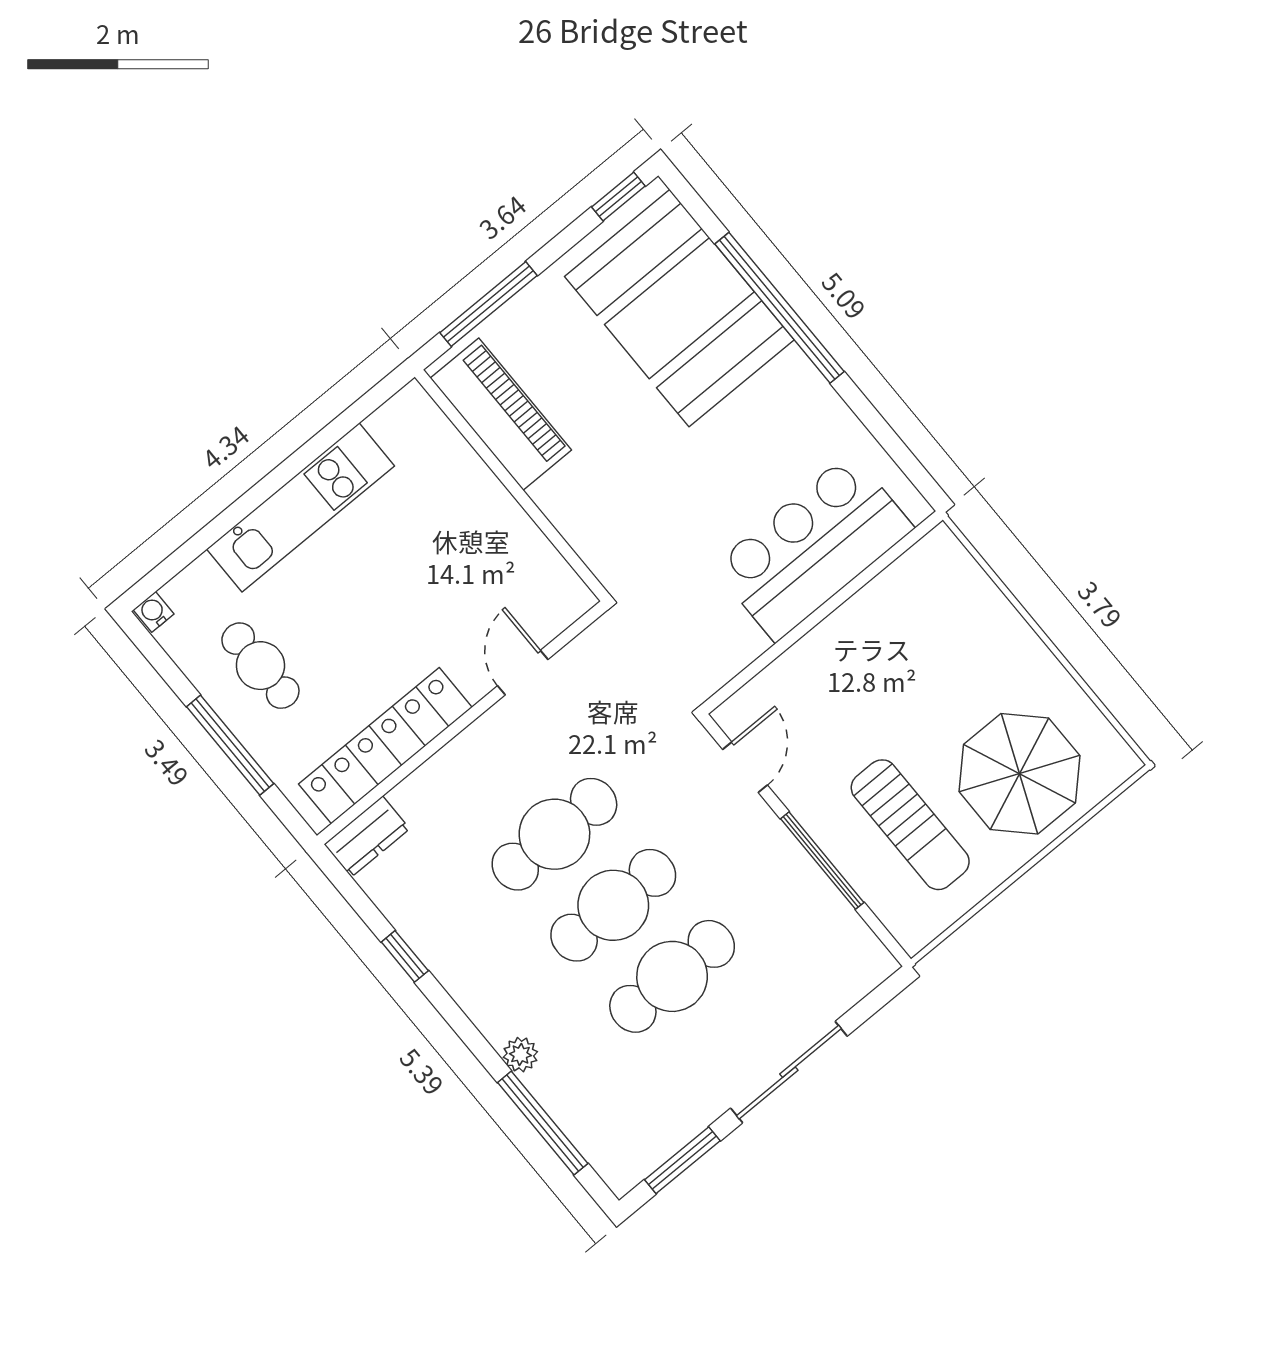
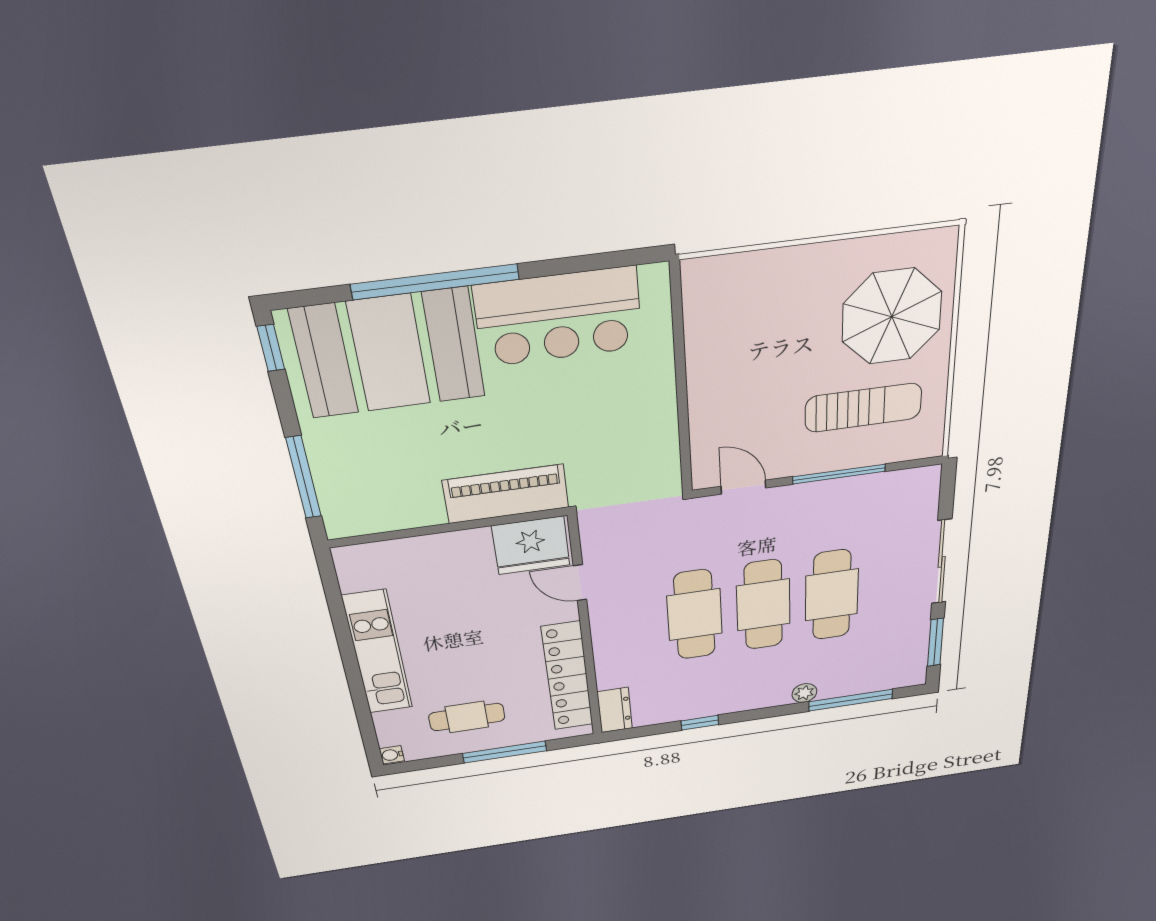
piano: (501, 414) -> (506, 494), moved
bar counter: (813, 547) -> (559, 317), moved, turned -90
fridge: (540, 587) -> (531, 545), added

